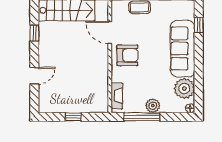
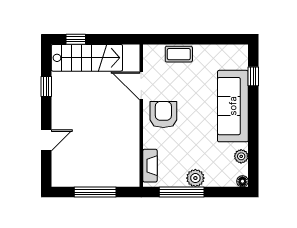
armchair: (127, 55) -> (163, 115), turned -90
plant: (184, 88) -> (241, 156), width x0.53, depth x0.53
window: (73, 117) -> (95, 192), width x2.17

